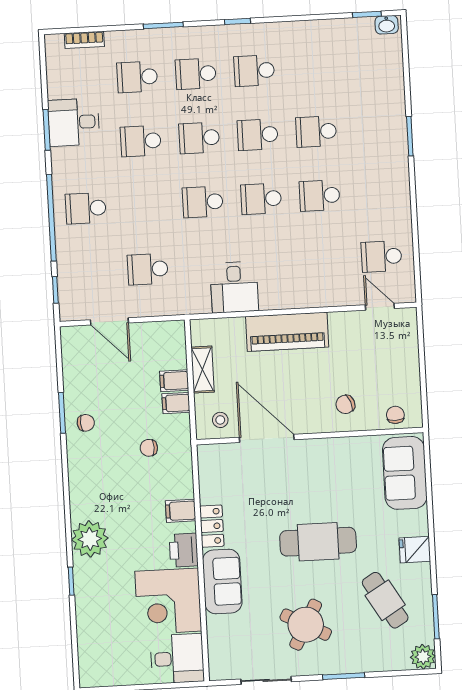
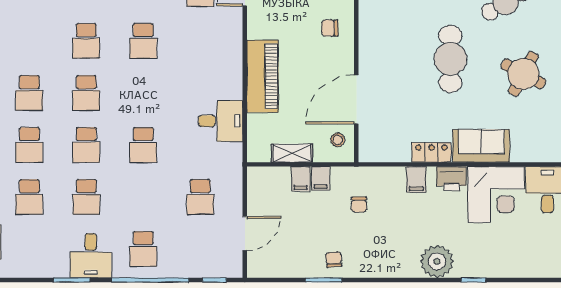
desk: (74, 122) -> (91, 256), moved
school desk: (261, 199) -> (143, 93), removed
chair: (345, 404) -> (330, 28), turned 111

